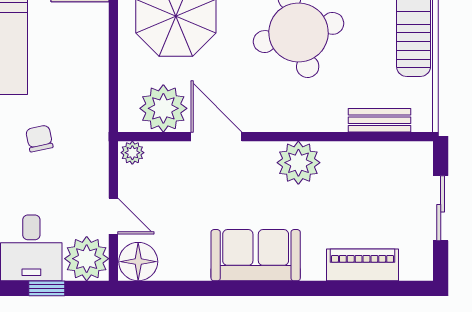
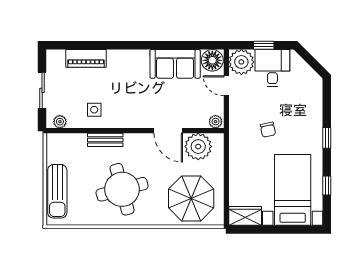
bench: (380, 120) -> (105, 140), moved
plant: (298, 163) -> (60, 122), moved, width x0.53, depth x0.53
side table: (348, 174) -> (94, 110), added
sofa: (256, 255) -> (175, 64), moved

